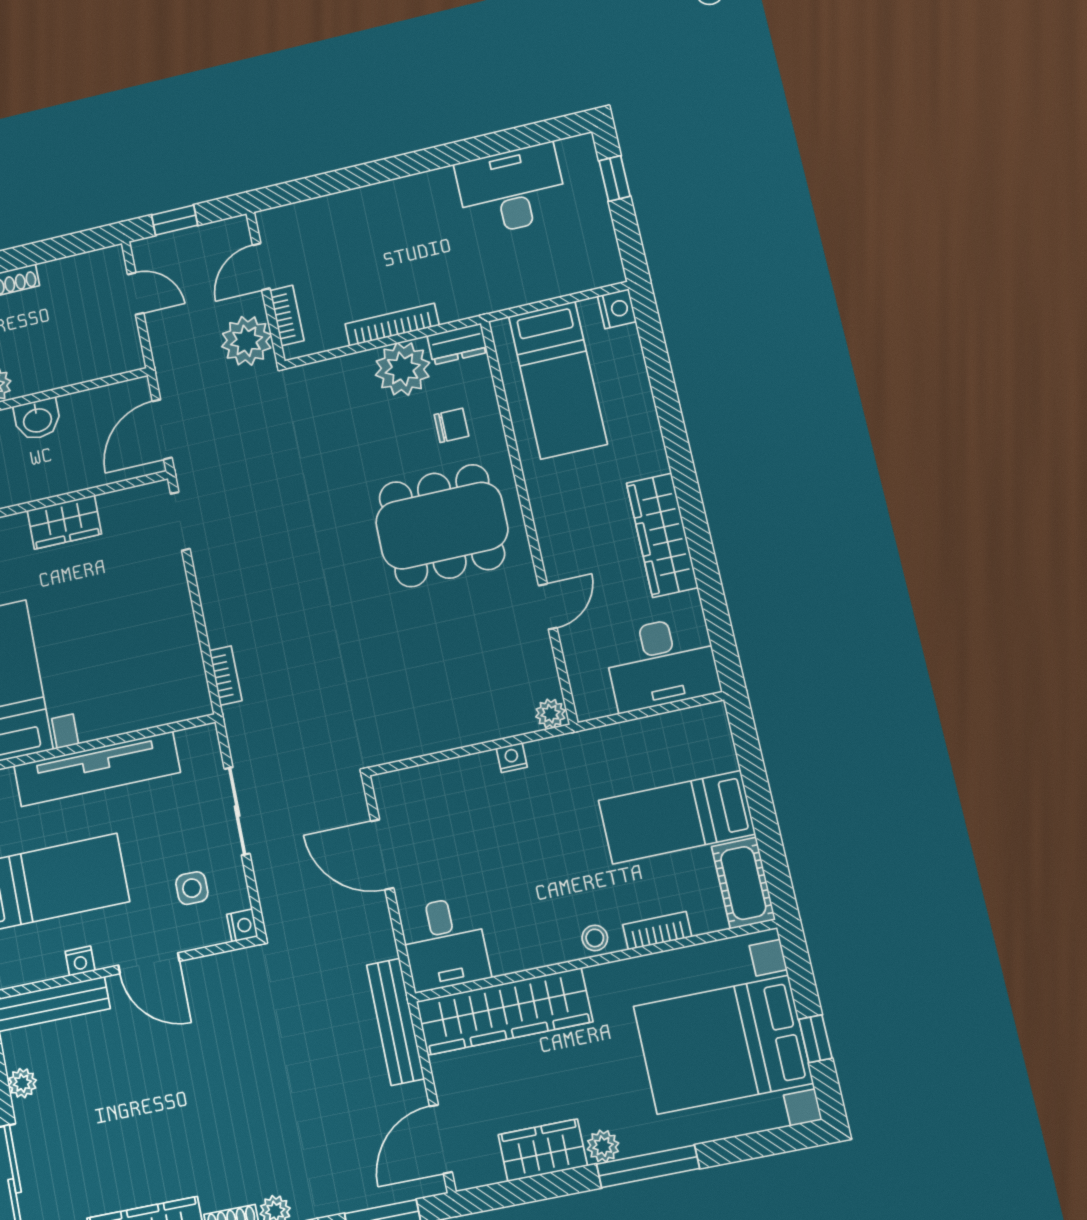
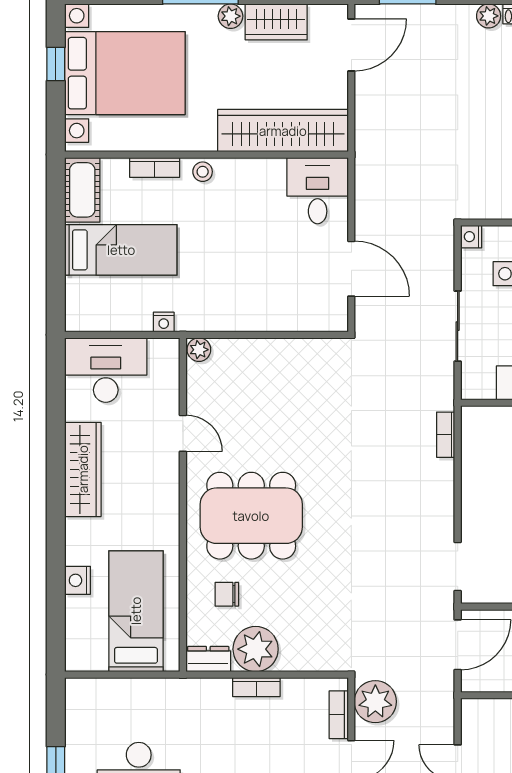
nightstand: (617, 309) -> (78, 580), moved
bookcase: (392, 325) -> (256, 687), width x0.64
door: (548, 607) -> (183, 433), swing flipped
nightstand: (512, 758) -> (164, 322), moved
bench: (395, 1022) -> (367, 139), removed

